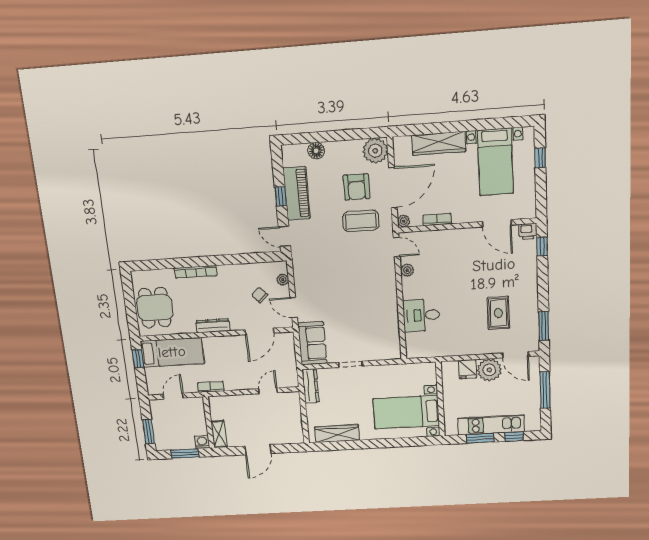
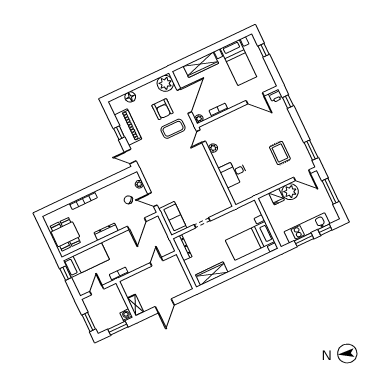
door: (397, 247) -> (201, 136), swing flipped

